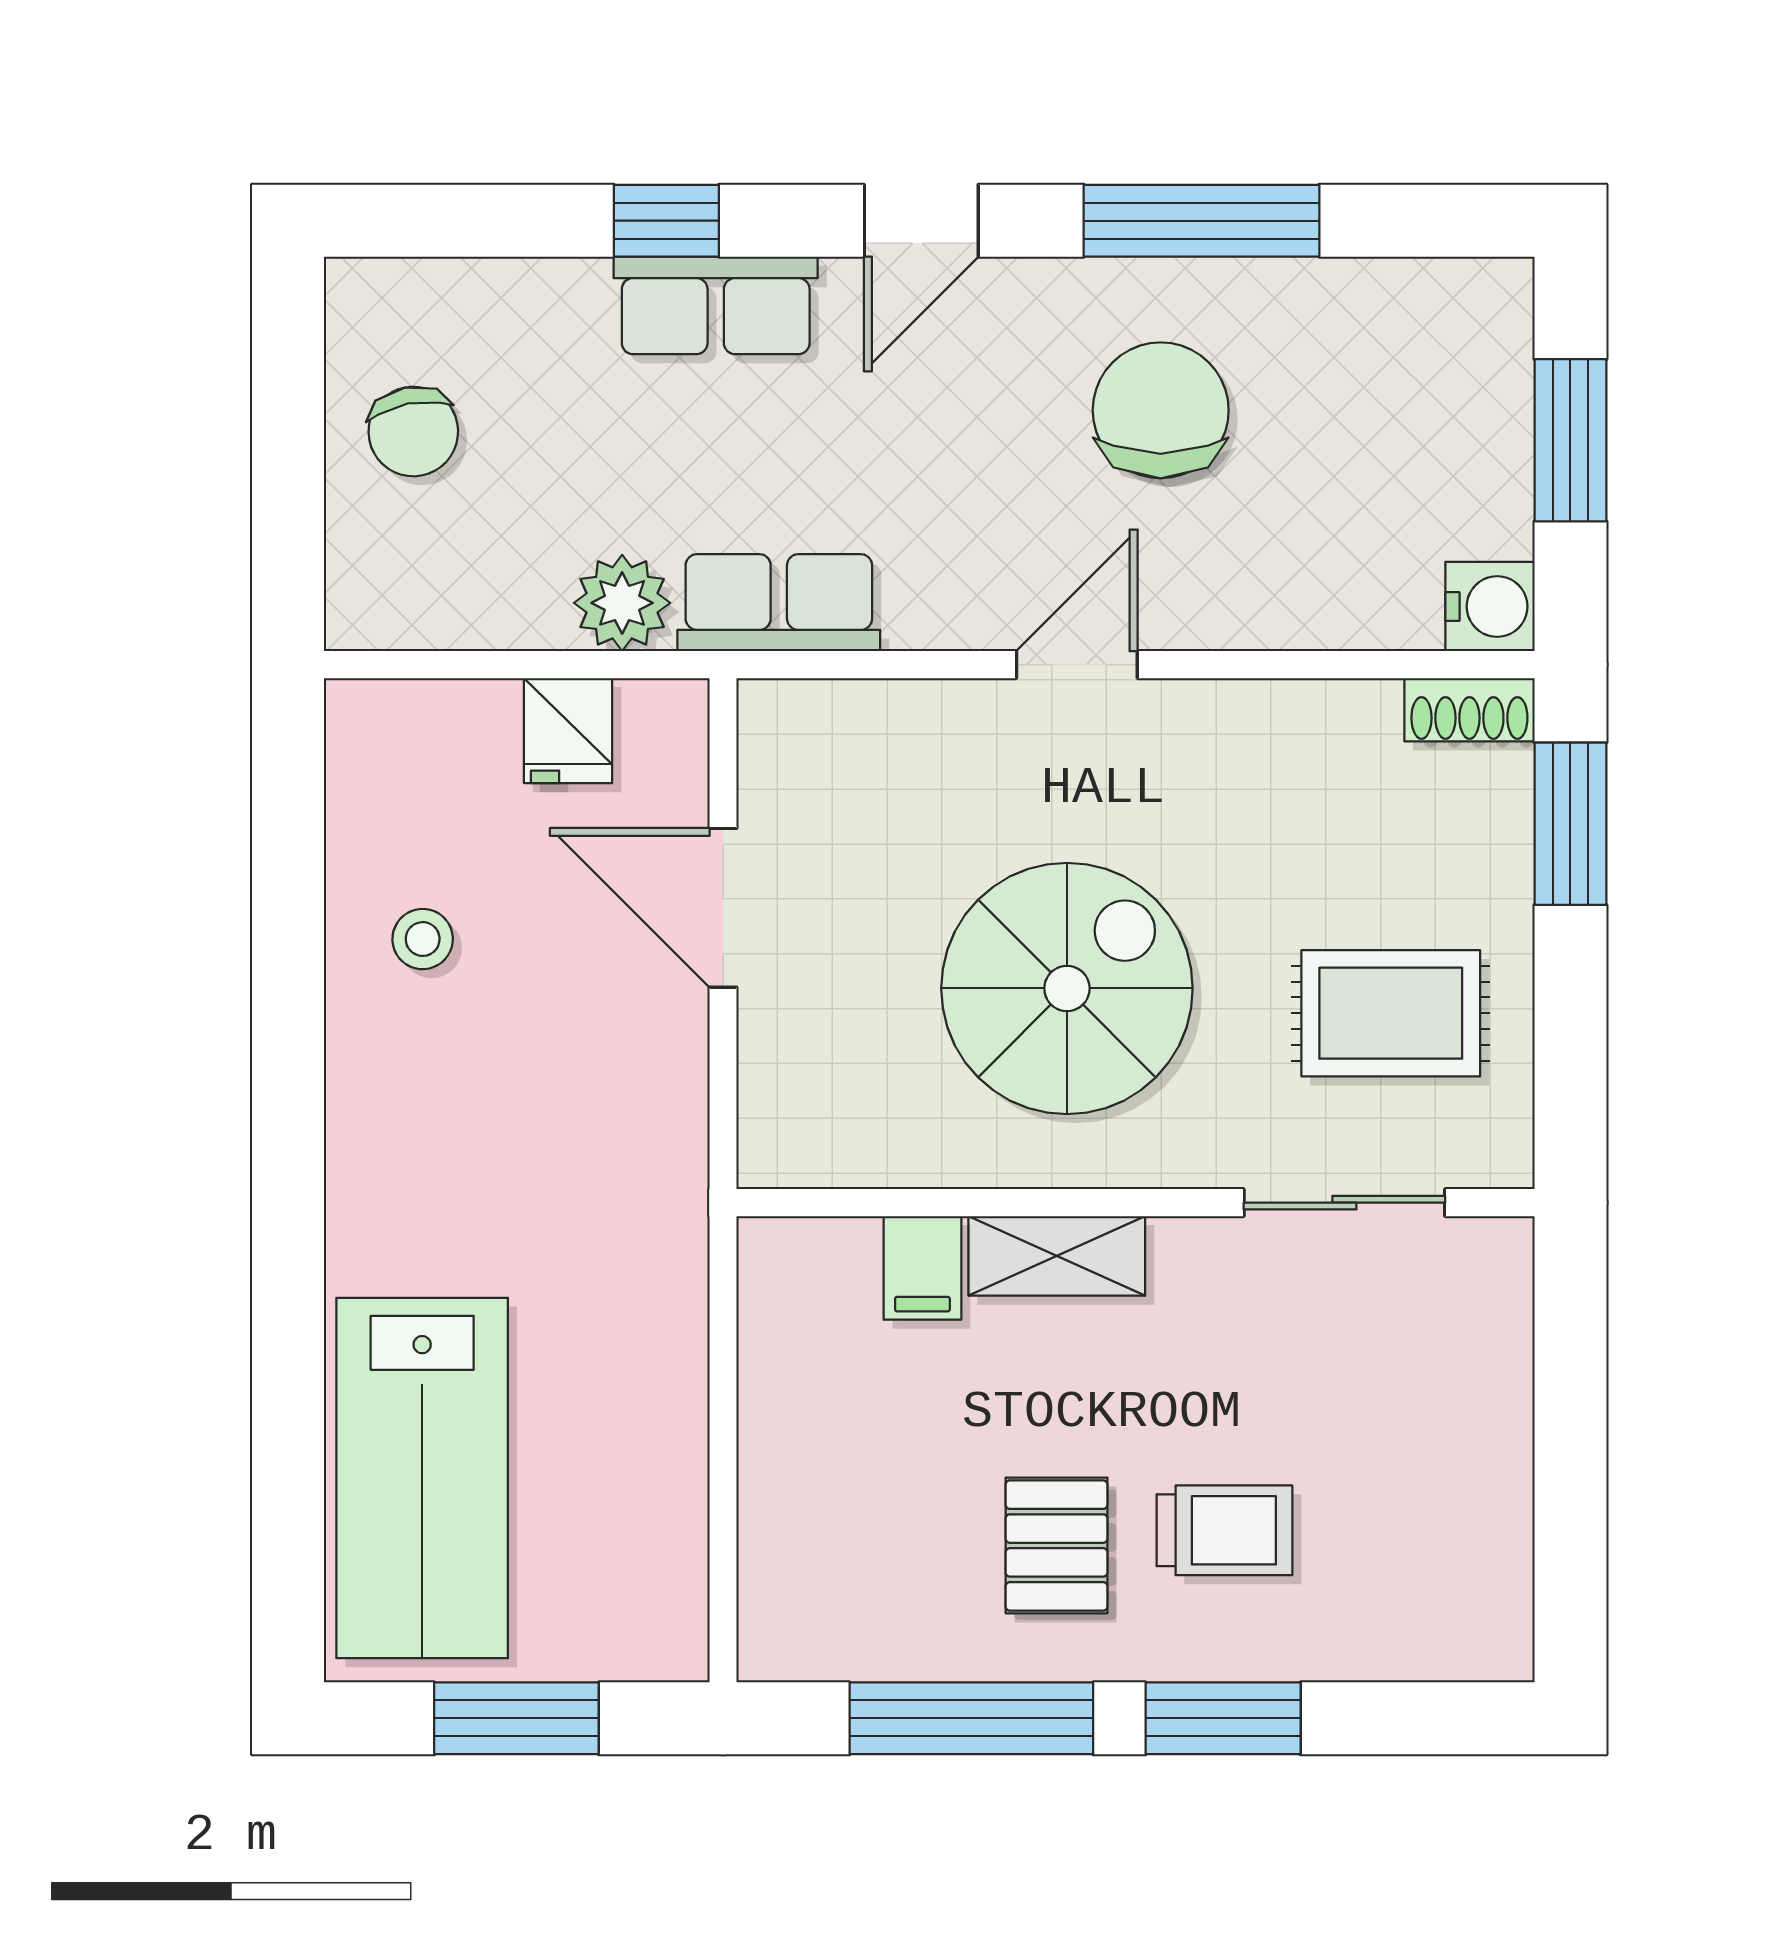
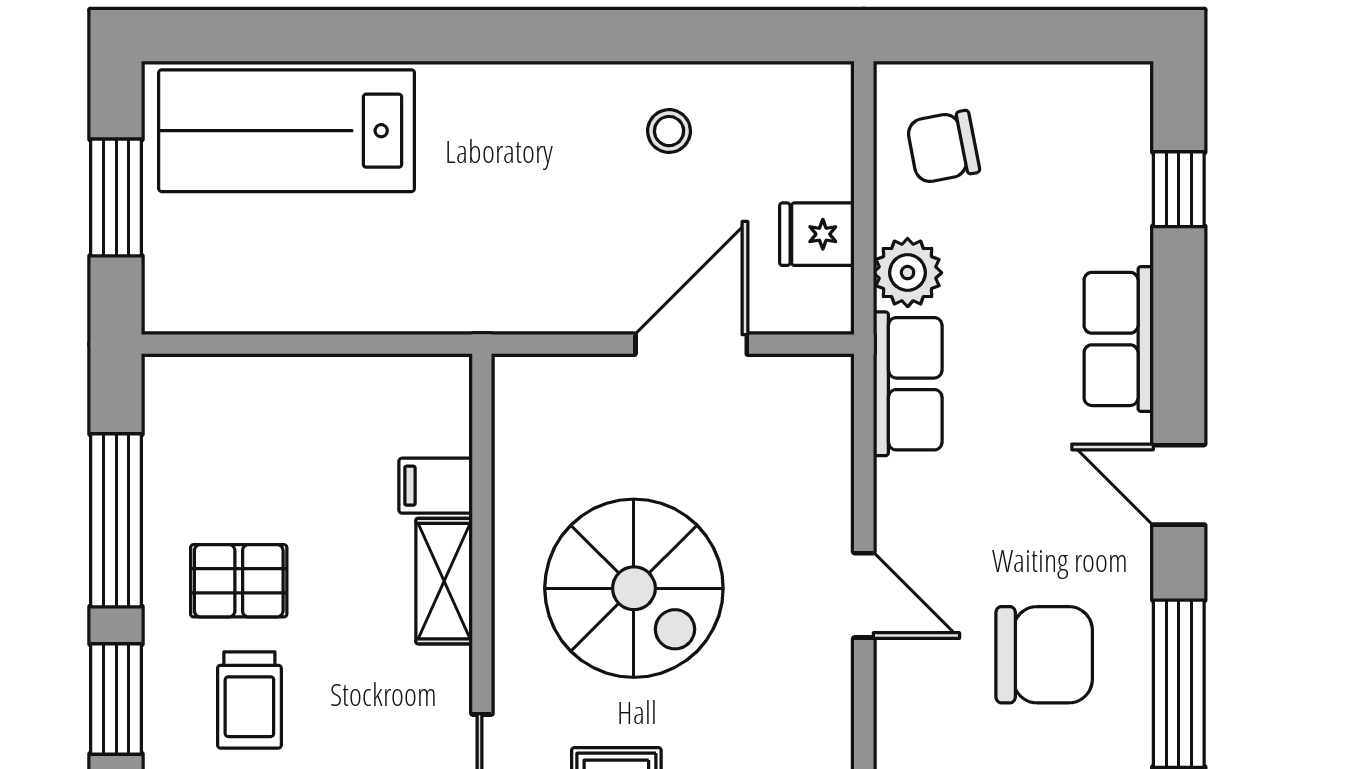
window: (666, 221) -> (1179, 189), moved
chair: (413, 431) -> (943, 147), moved

